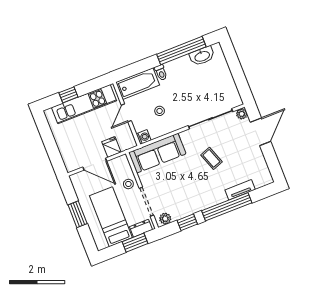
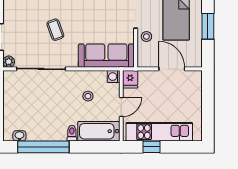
washbasin: (202, 56) -> (19, 136), width x0.52, depth x0.69
window: (68, 95) -> (152, 147), moved
fridge: (111, 147) -> (130, 79), moved

